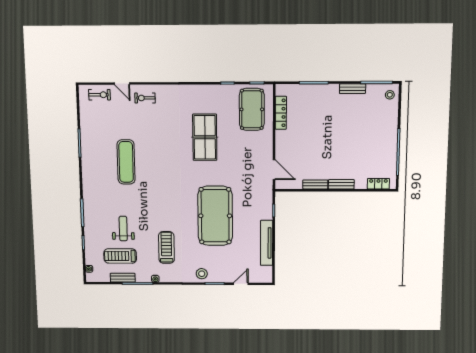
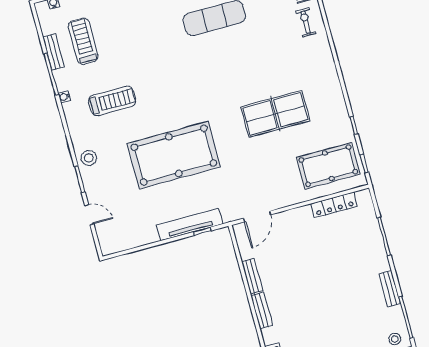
weight bench: (123, 229) -> (122, 36), removed
tv unit: (267, 243) -> (190, 225), moved

